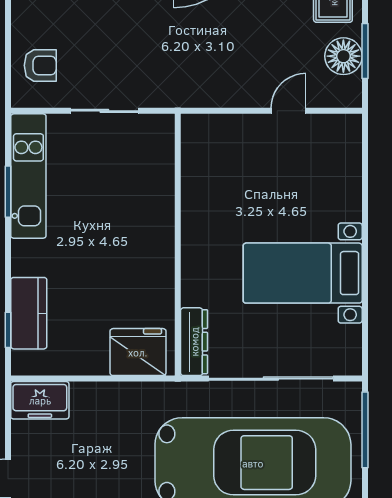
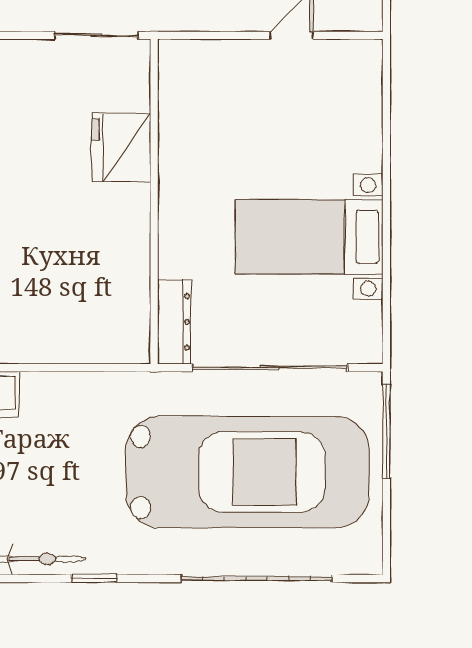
sliding door: (104, 111) -> (96, 35), moved
fridge: (138, 352) -> (121, 147), moved, turned -90

